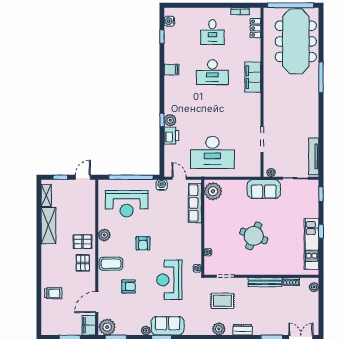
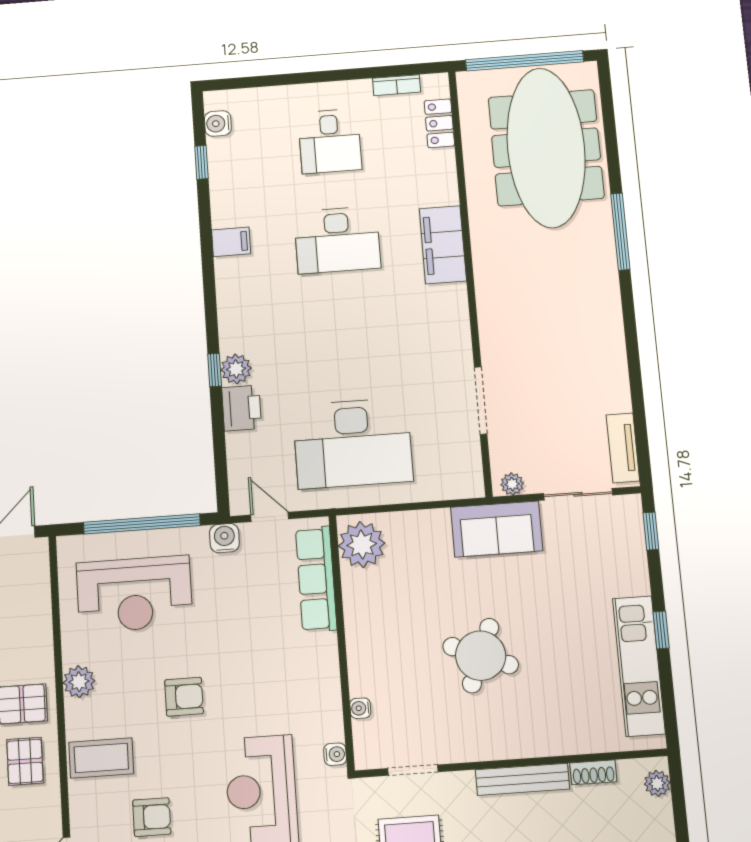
tv unit: (314, 156) -> (623, 448), width x0.71
armchair: (143, 243) -> (184, 697), turned -90

